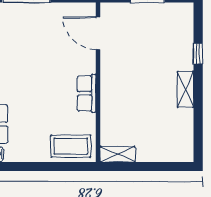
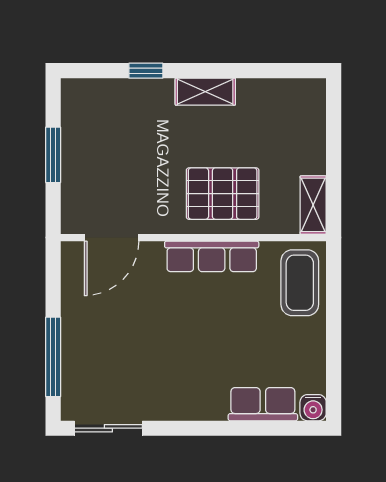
row of seats: (87, 93) -> (212, 256), width x1.48
pallet: (124, 100) -> (223, 194), added

